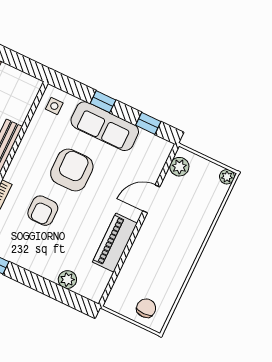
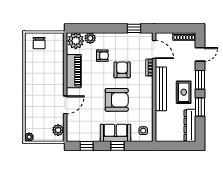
sofa: (105, 126) -> (115, 133), width x0.73
armchair: (72, 170) -> (117, 100), turned -90
armchair: (62, 245) -> (102, 56), added
plant: (91, 286) -> (76, 41), added

